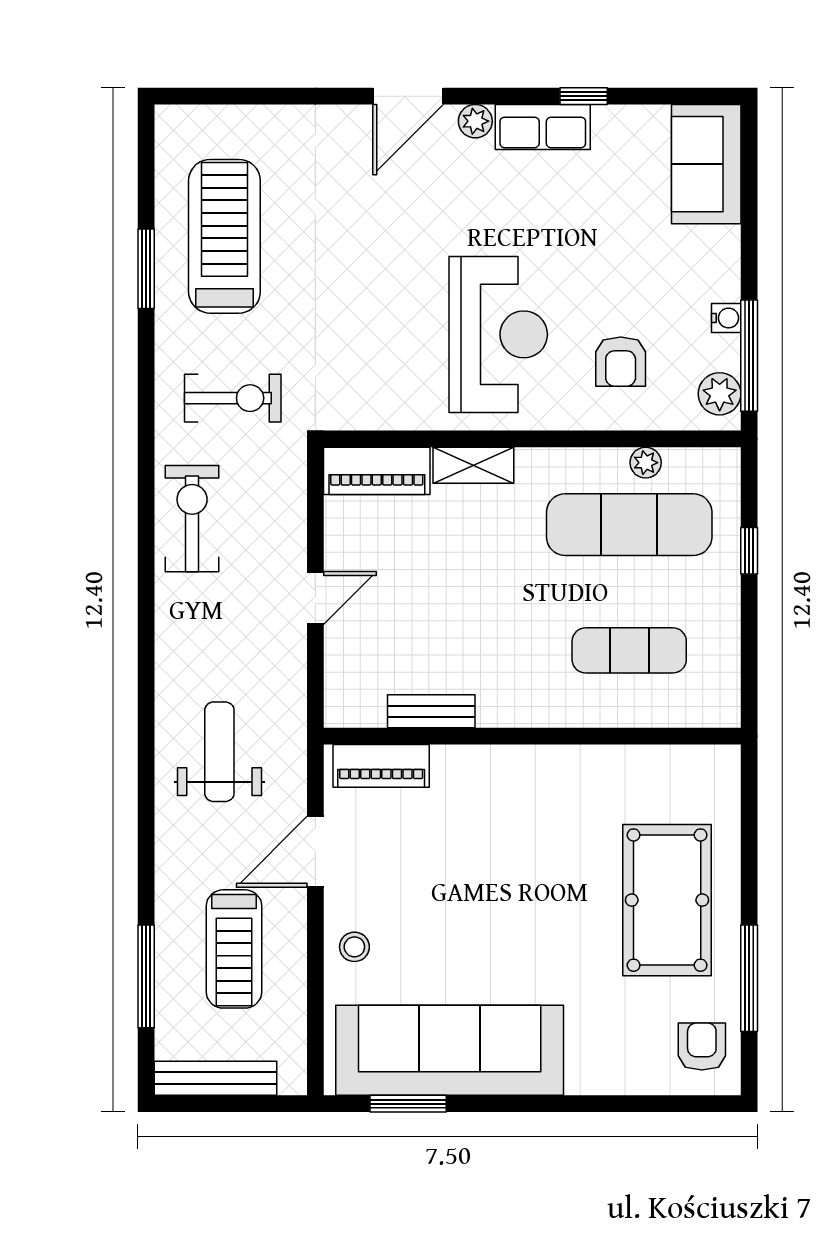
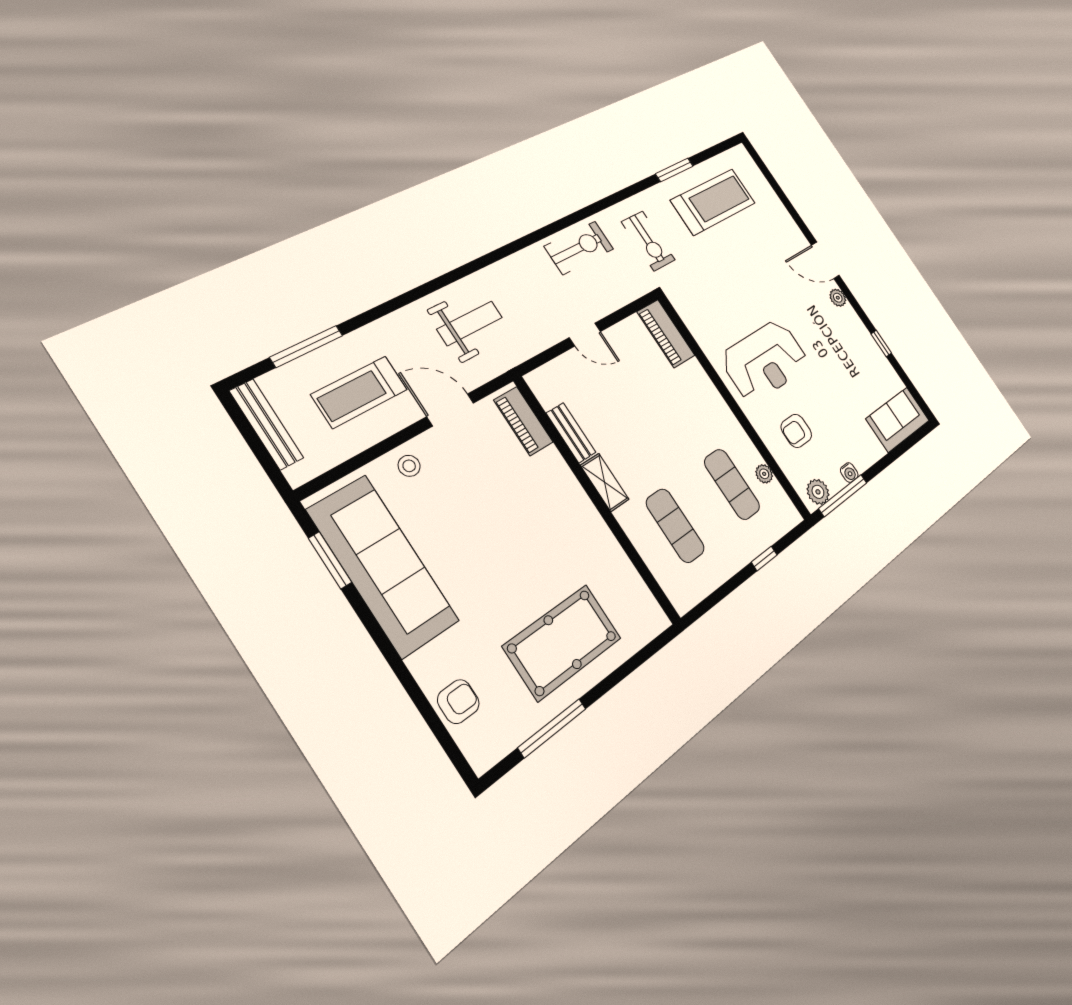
row of seats: (543, 127) -> (857, 331), removed
shelving: (473, 465) -> (605, 482), moved
exercise mat: (629, 525) -> (732, 484), width x0.73, depth x0.69
armchair: (702, 1047) -> (458, 702), moved

